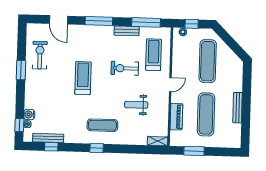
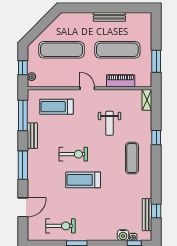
exercise bike: (40, 55) -> (60, 226), turned 180
exercise bike: (125, 68) -> (73, 154), moved, turned -90
window: (97, 148) -> (156, 138), moved

